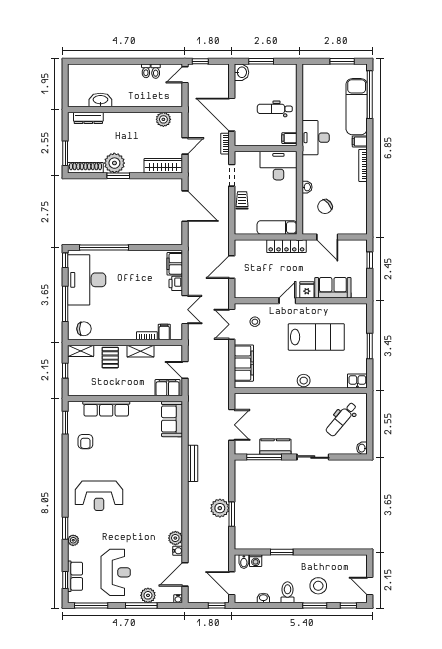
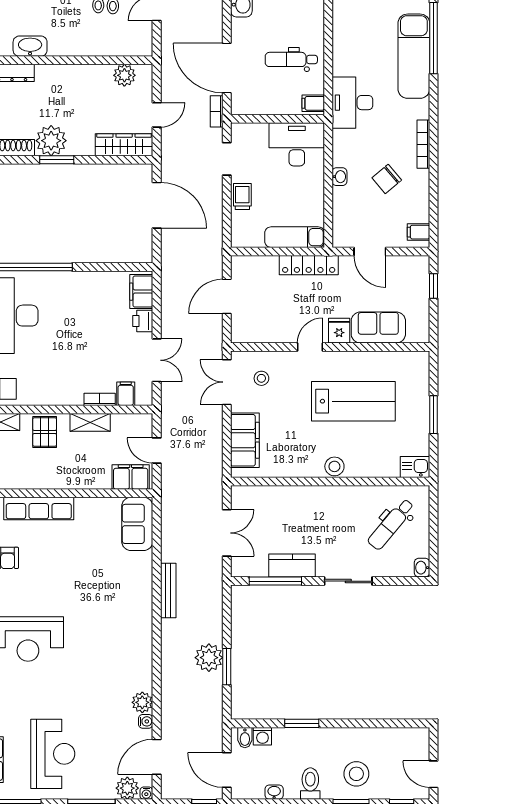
filing cabinet: (360, 141) -> (418, 232), moved
chair: (325, 207) -> (387, 179), moved
plant: (148, 595) -> (127, 788), moved

